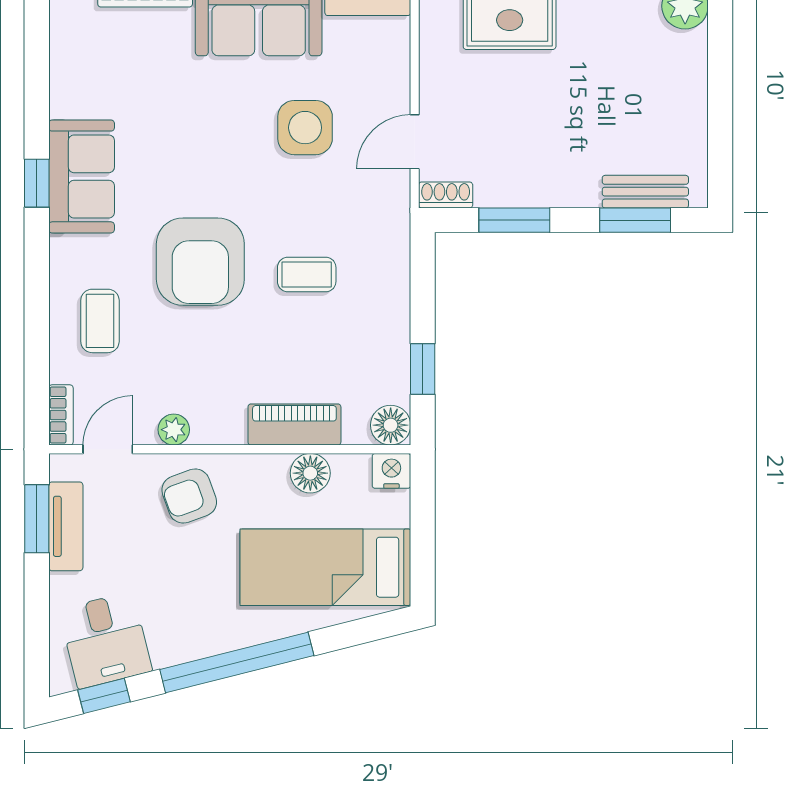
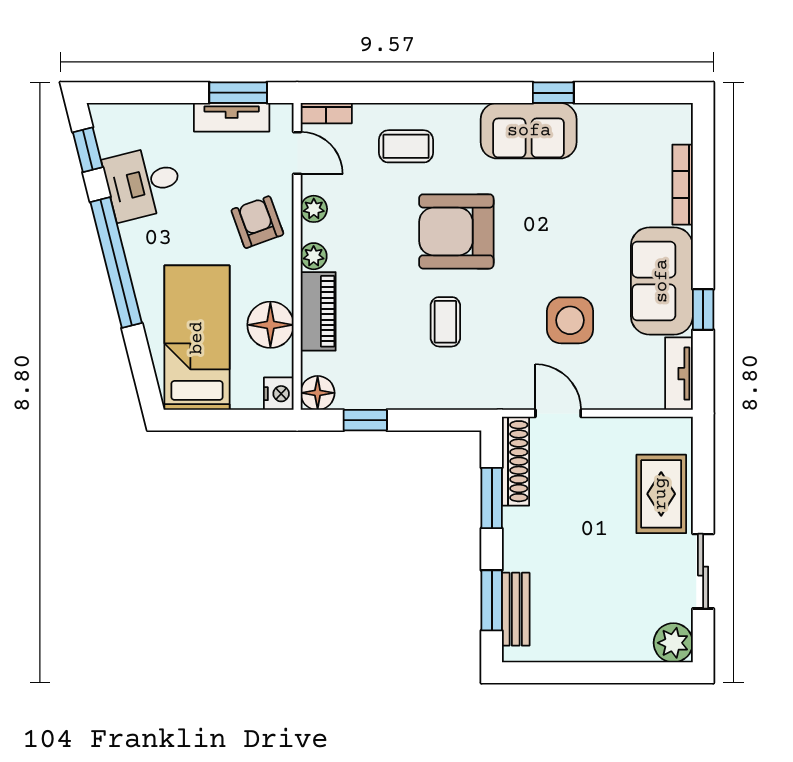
window: (37, 183) -> (553, 93), moved
shoe rack: (446, 195) -> (515, 461), width x1.94, depth x1.24
plant: (229, 430) -> (314, 256), added
floor lamp: (310, 473) -> (270, 325), width x1.38, depth x1.38
desk: (105, 640) -> (143, 183), moved

